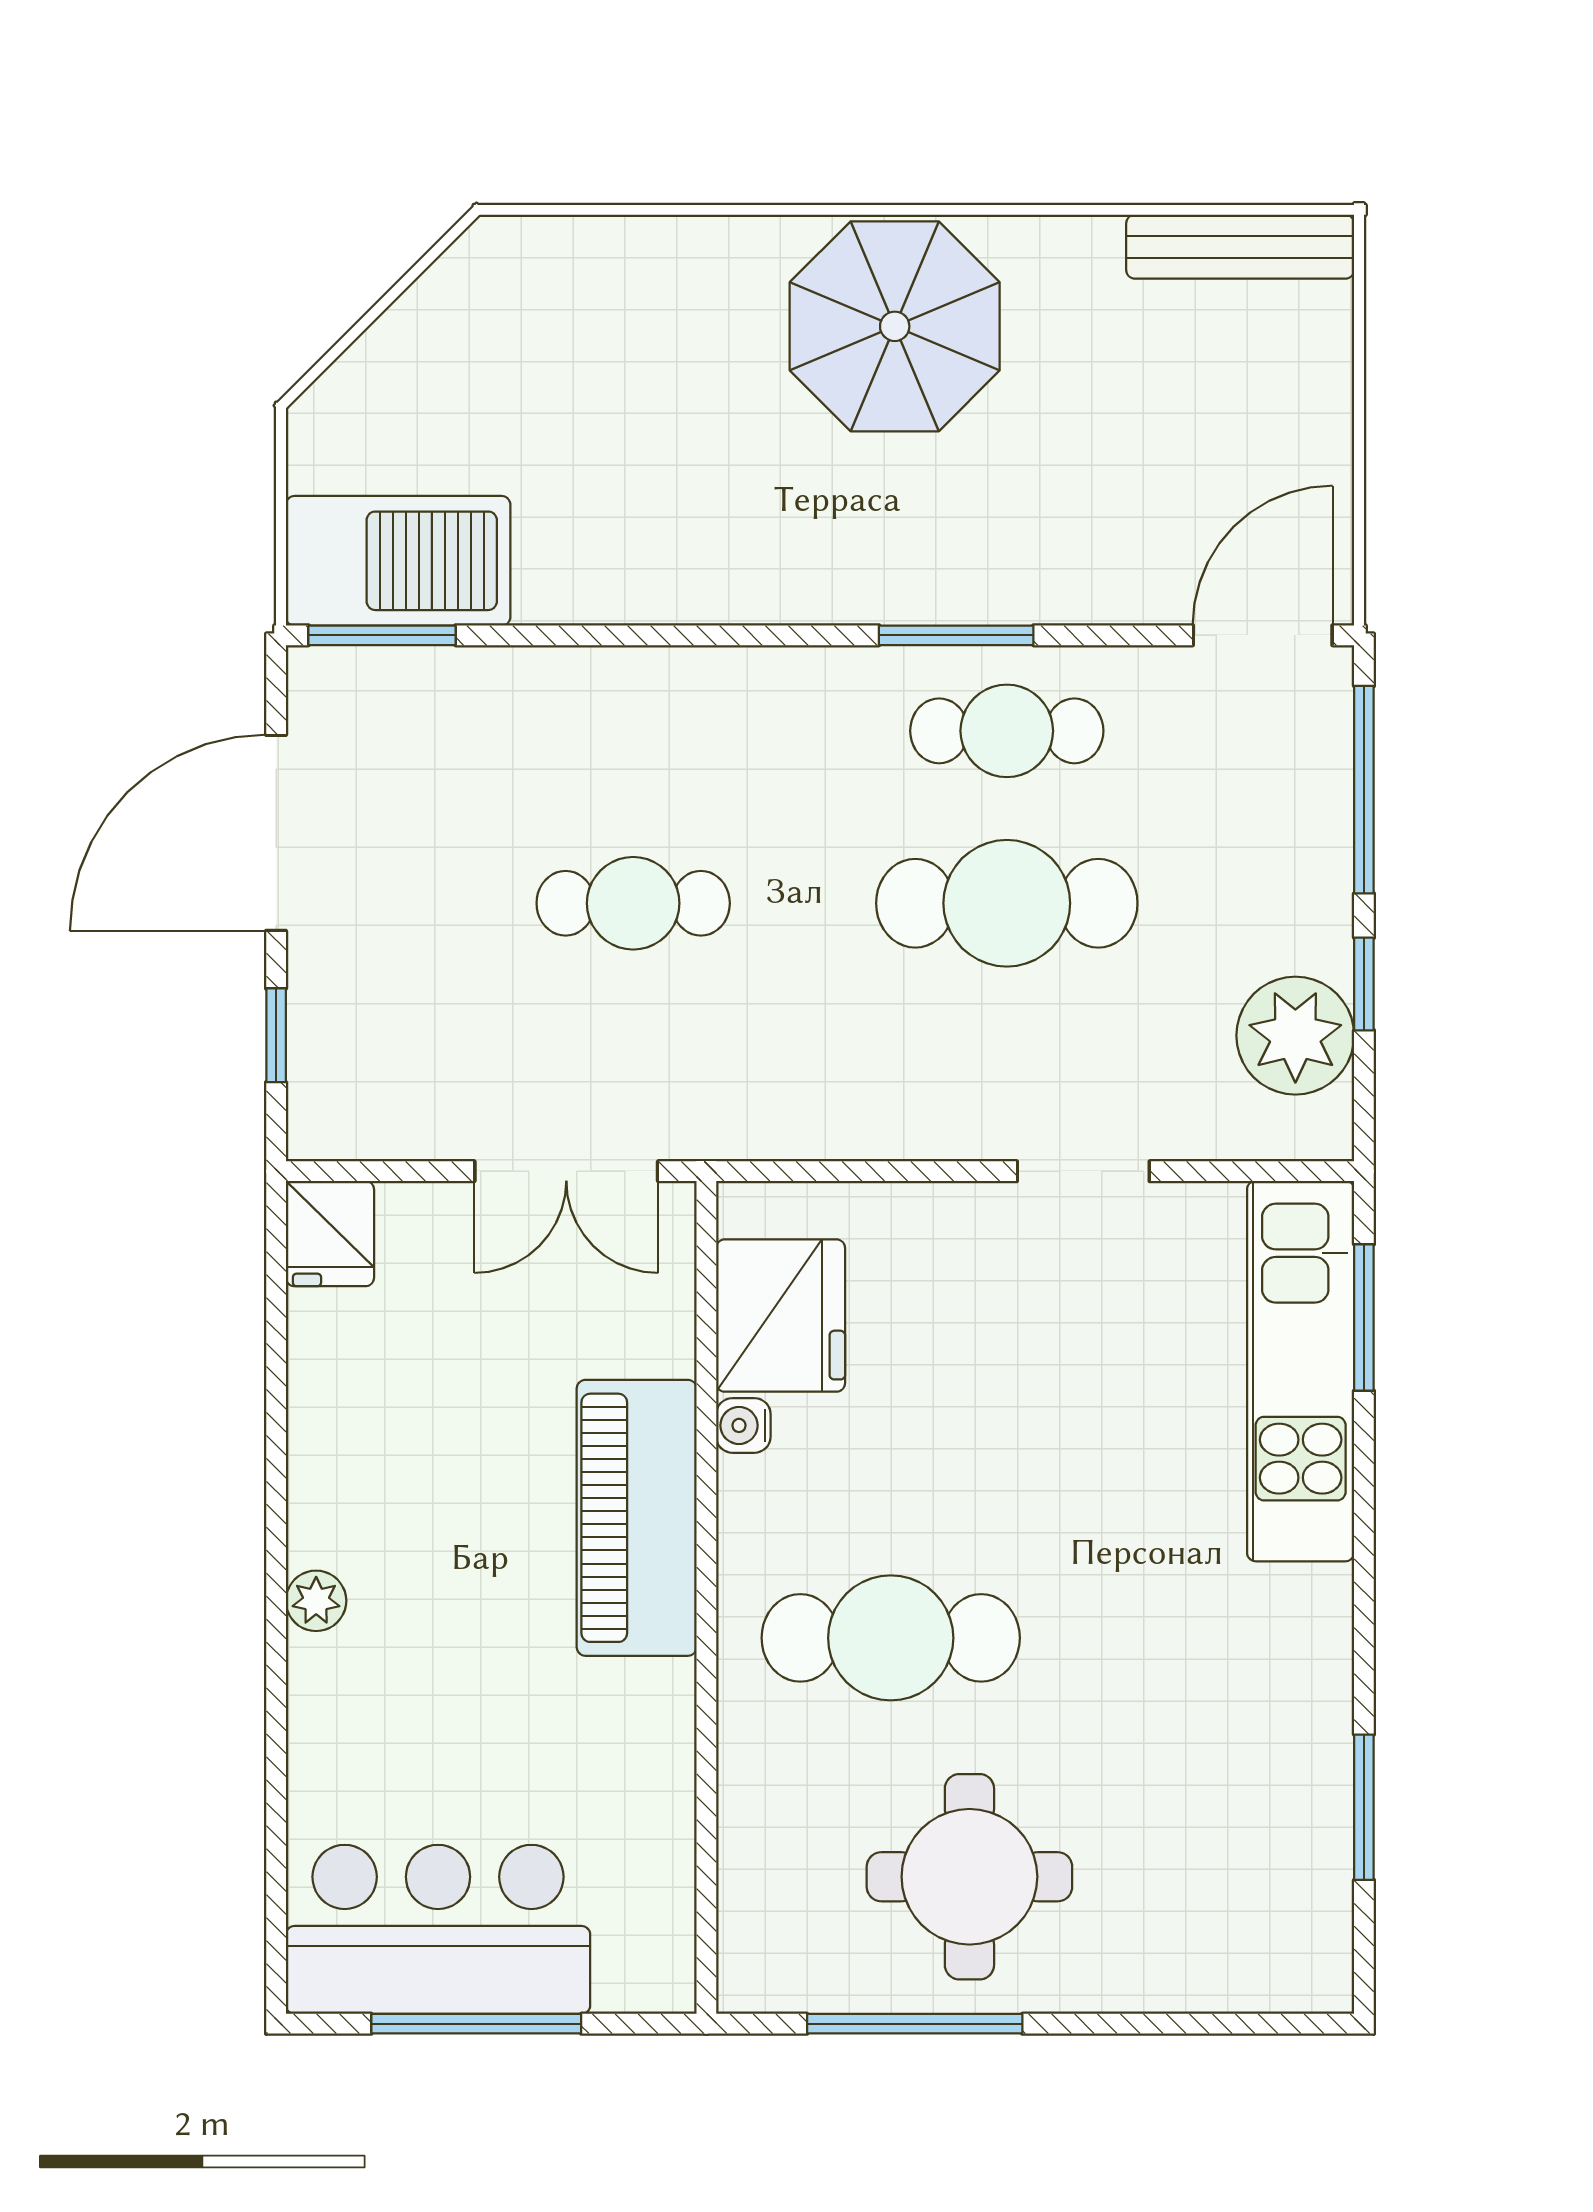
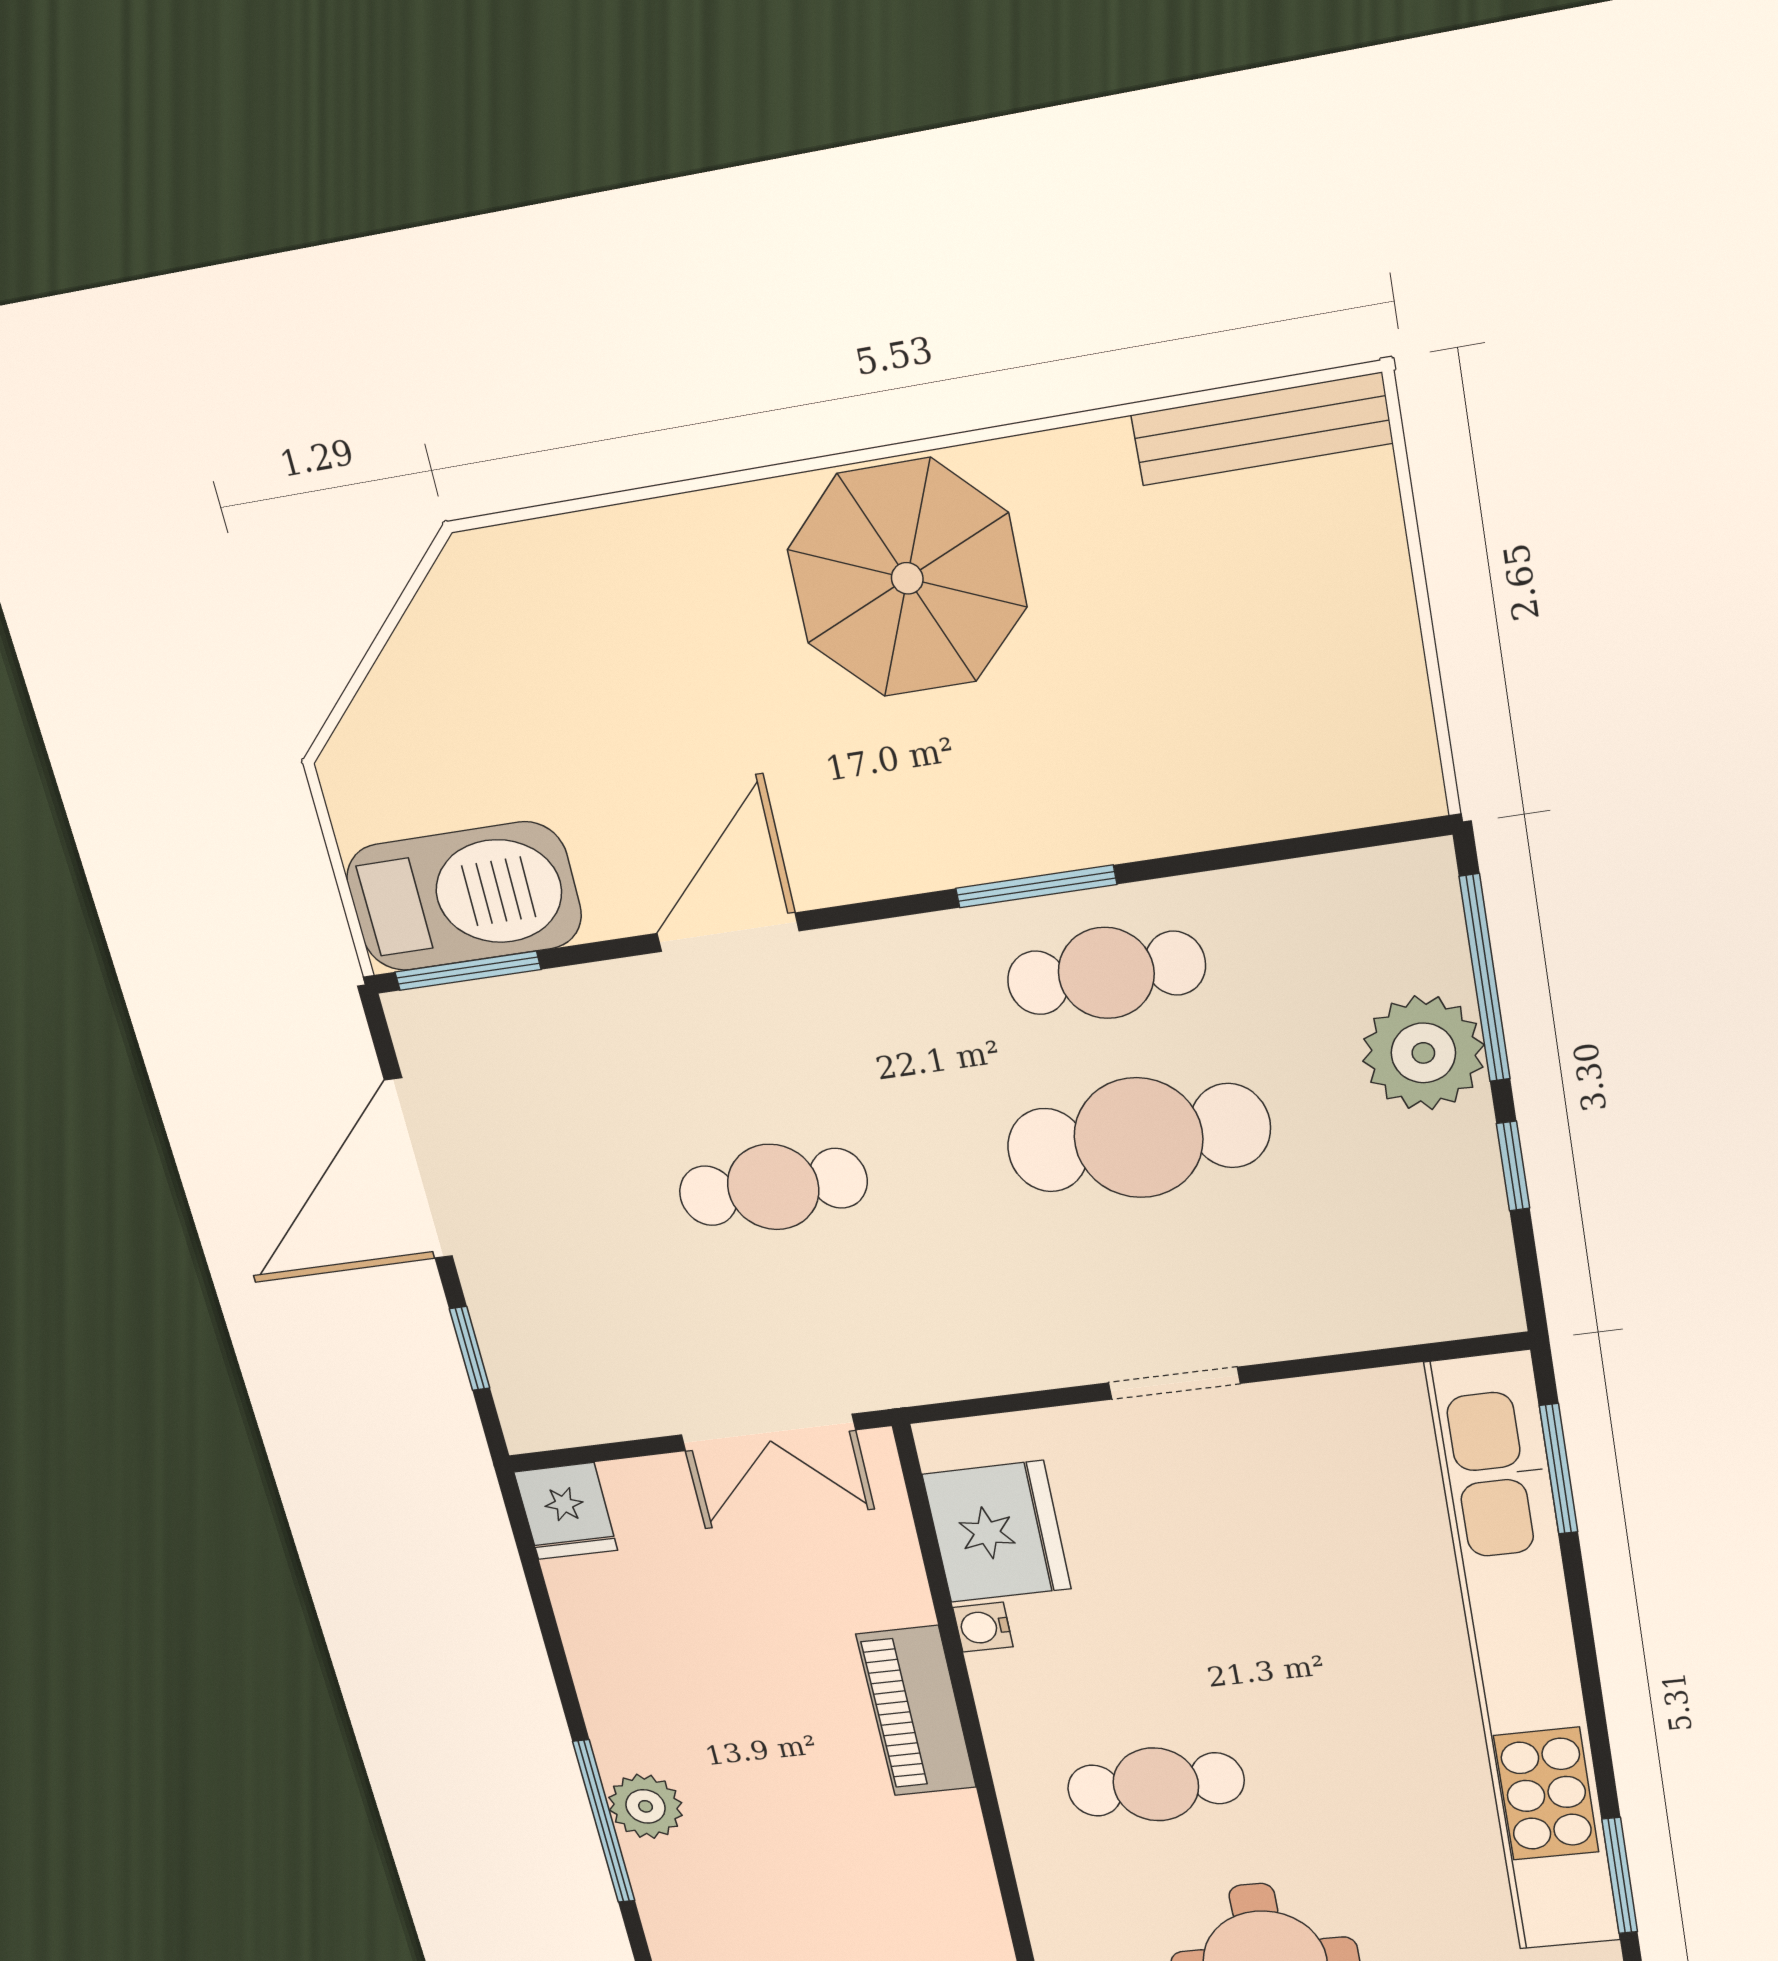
door: (1263, 635) -> (728, 932), moved
plant: (1295, 1036) -> (1423, 1053), moved
doorway: (1083, 1171) -> (1174, 1383), moved
kitchen unit: (1301, 1371) -> (1525, 1661), width x1.86
piano: (637, 1518) -> (916, 1711), width x0.73, depth x0.75
plant: (316, 1601) -> (646, 1806), width x1.38, depth x1.38
window: (276, 1615) -> (604, 1822), added
cafe table: (891, 1638) -> (1156, 1784), width x0.73, depth x0.74

